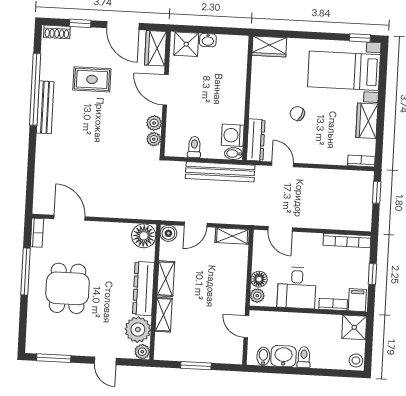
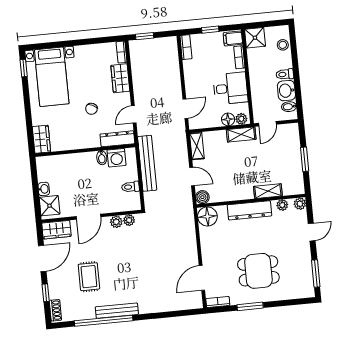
wardrobe: (367, 121) -> (120, 78), moved, turned 90
bidet: (234, 154) -> (102, 158), moved
bookcase: (347, 240) -> (186, 47), width x0.64
window: (26, 272) -> (250, 306), width x0.69
shelving: (166, 279) -> (241, 134), moved
plant: (138, 330) -> (282, 205), width x0.53, depth x0.53
stool: (356, 360) -> (283, 45), moved

